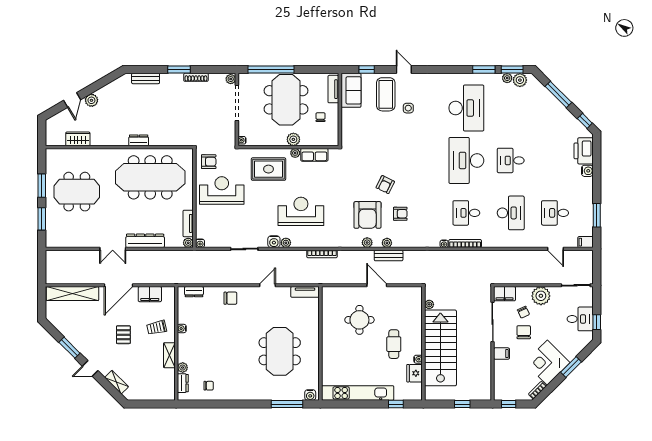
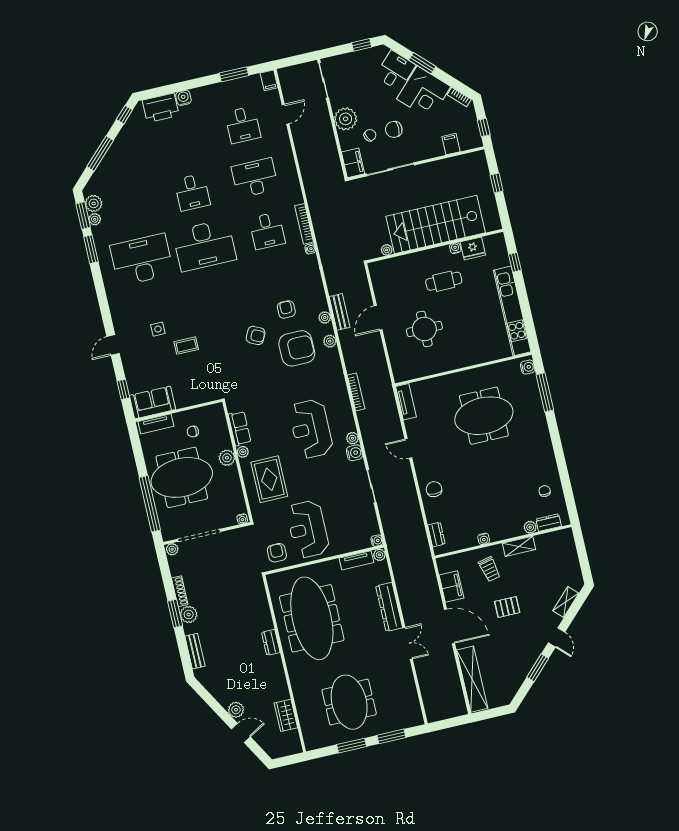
plant: (176, 80) -> (189, 614), added
coffee table: (386, 94) -> (186, 346), moved, width x0.54, depth x0.58
desk: (580, 319) -> (395, 71), moved, turned 45
filing cabinet: (502, 354) -> (451, 144), moved

